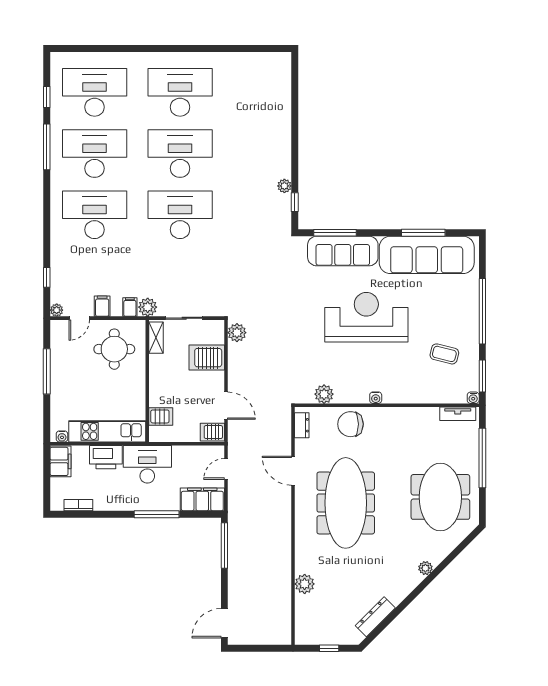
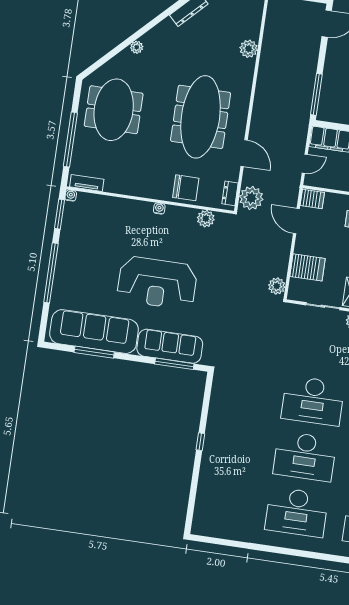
plant: (284, 186) -> (251, 198), moved, width x1.88, depth x1.88
window: (295, 202) -> (200, 442), moved
coffee table: (444, 354) -> (91, 239), removed

